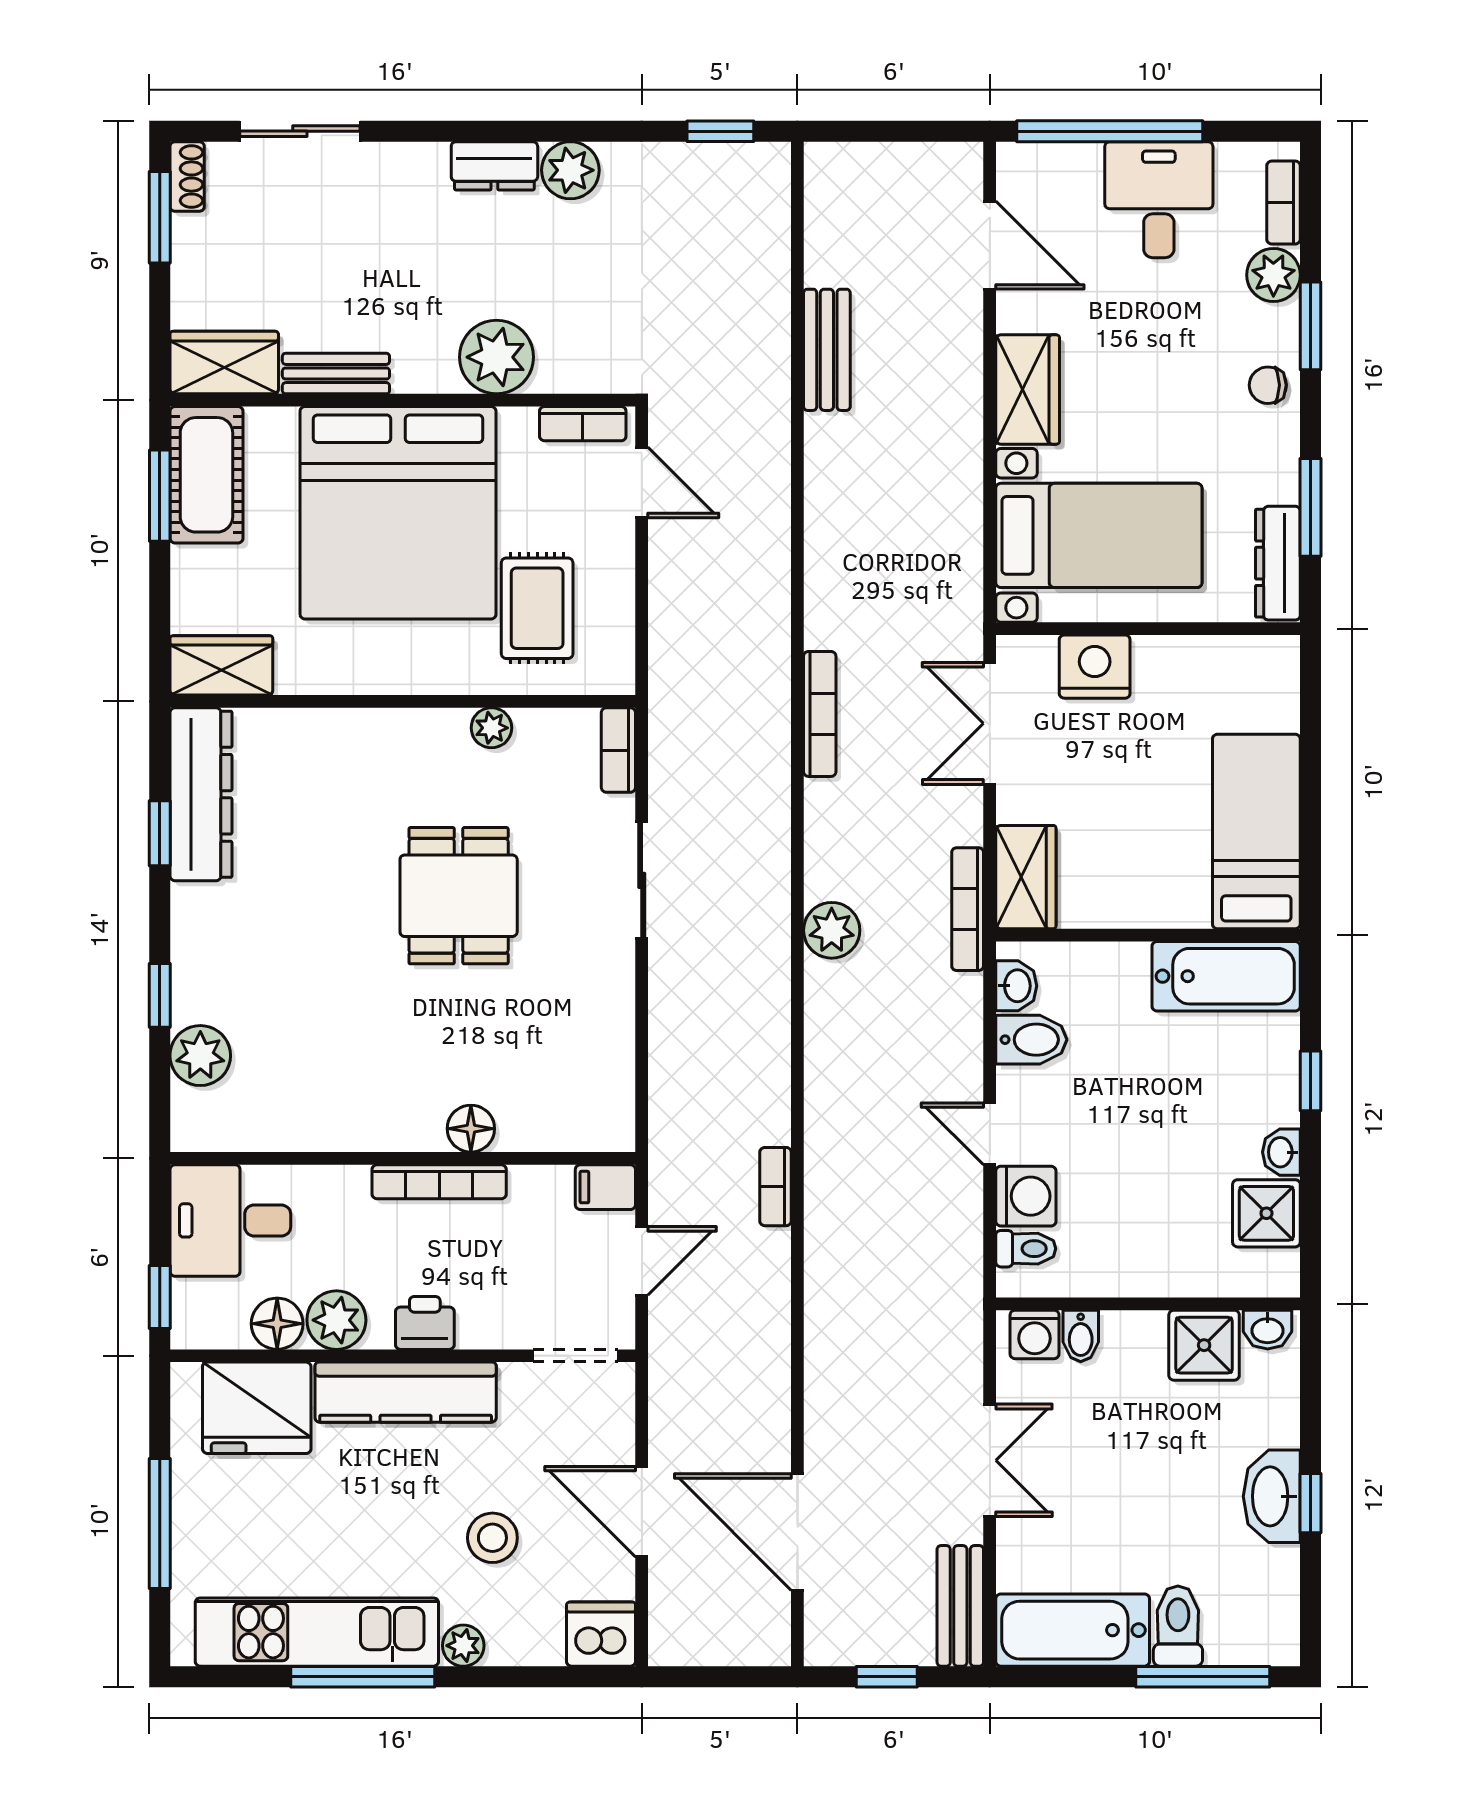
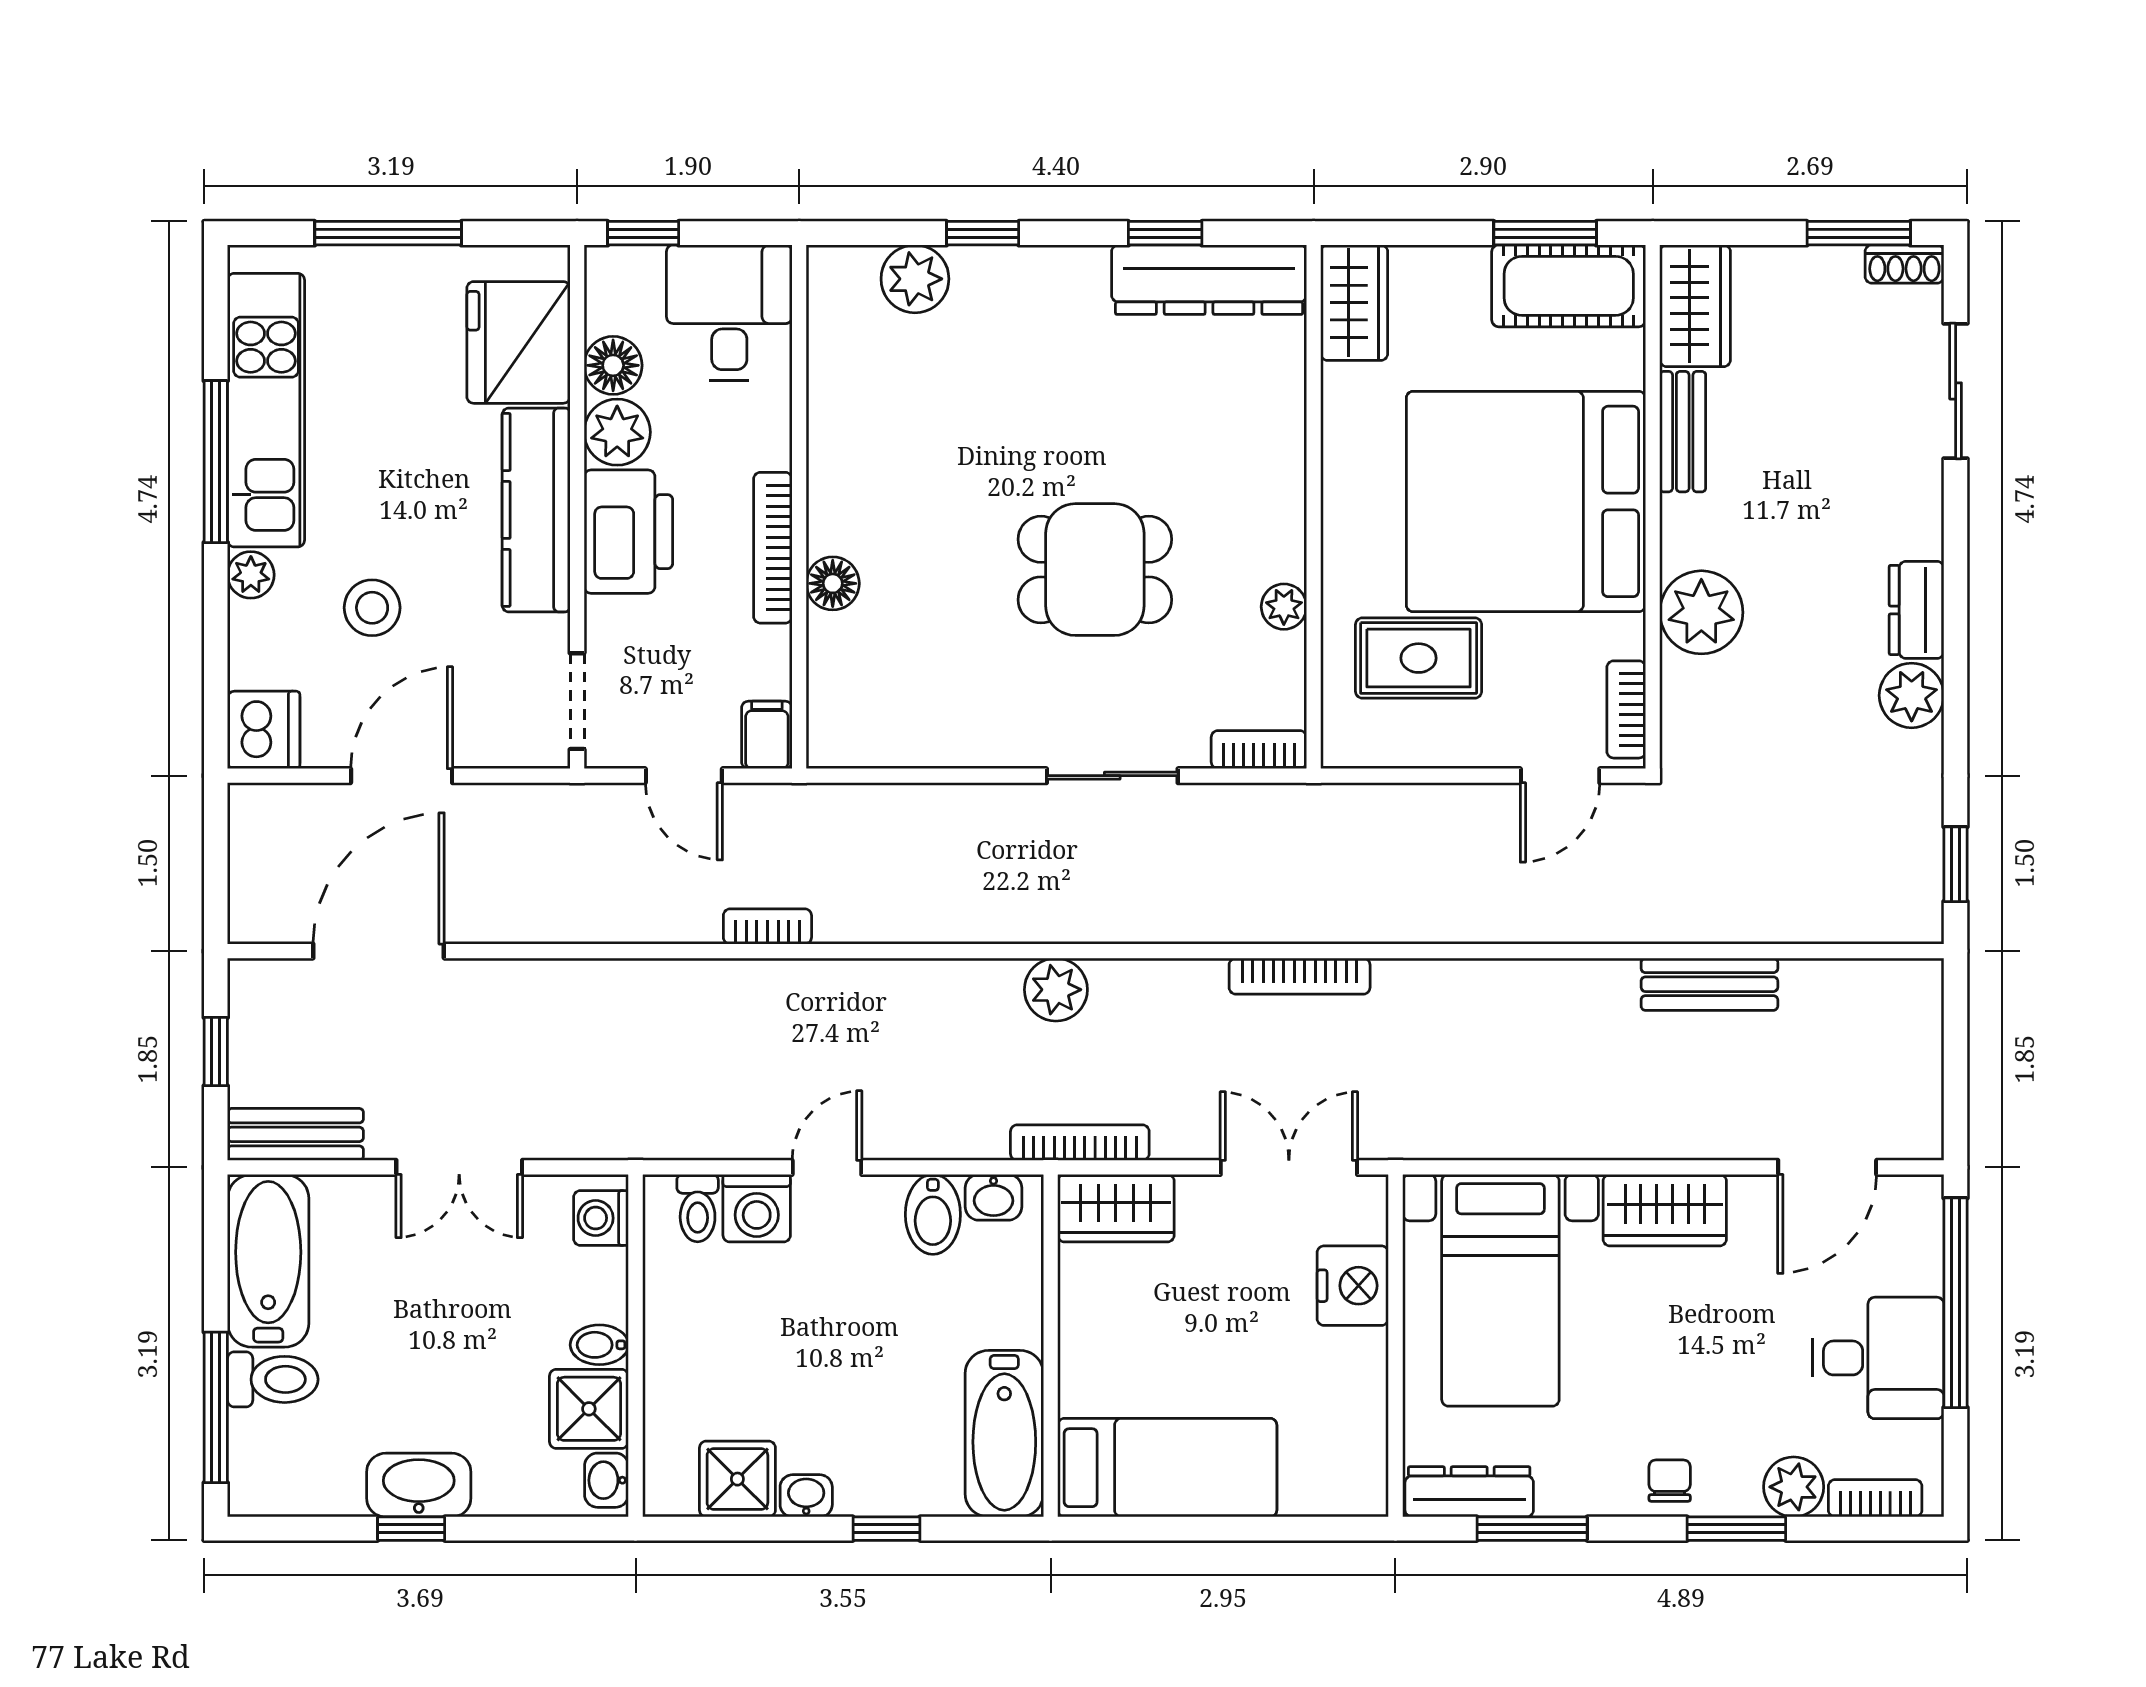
printer: (425, 1323) -> (628, 532), width x1.87, depth x1.48
bidet: (1081, 1336) -> (599, 1345), moved

